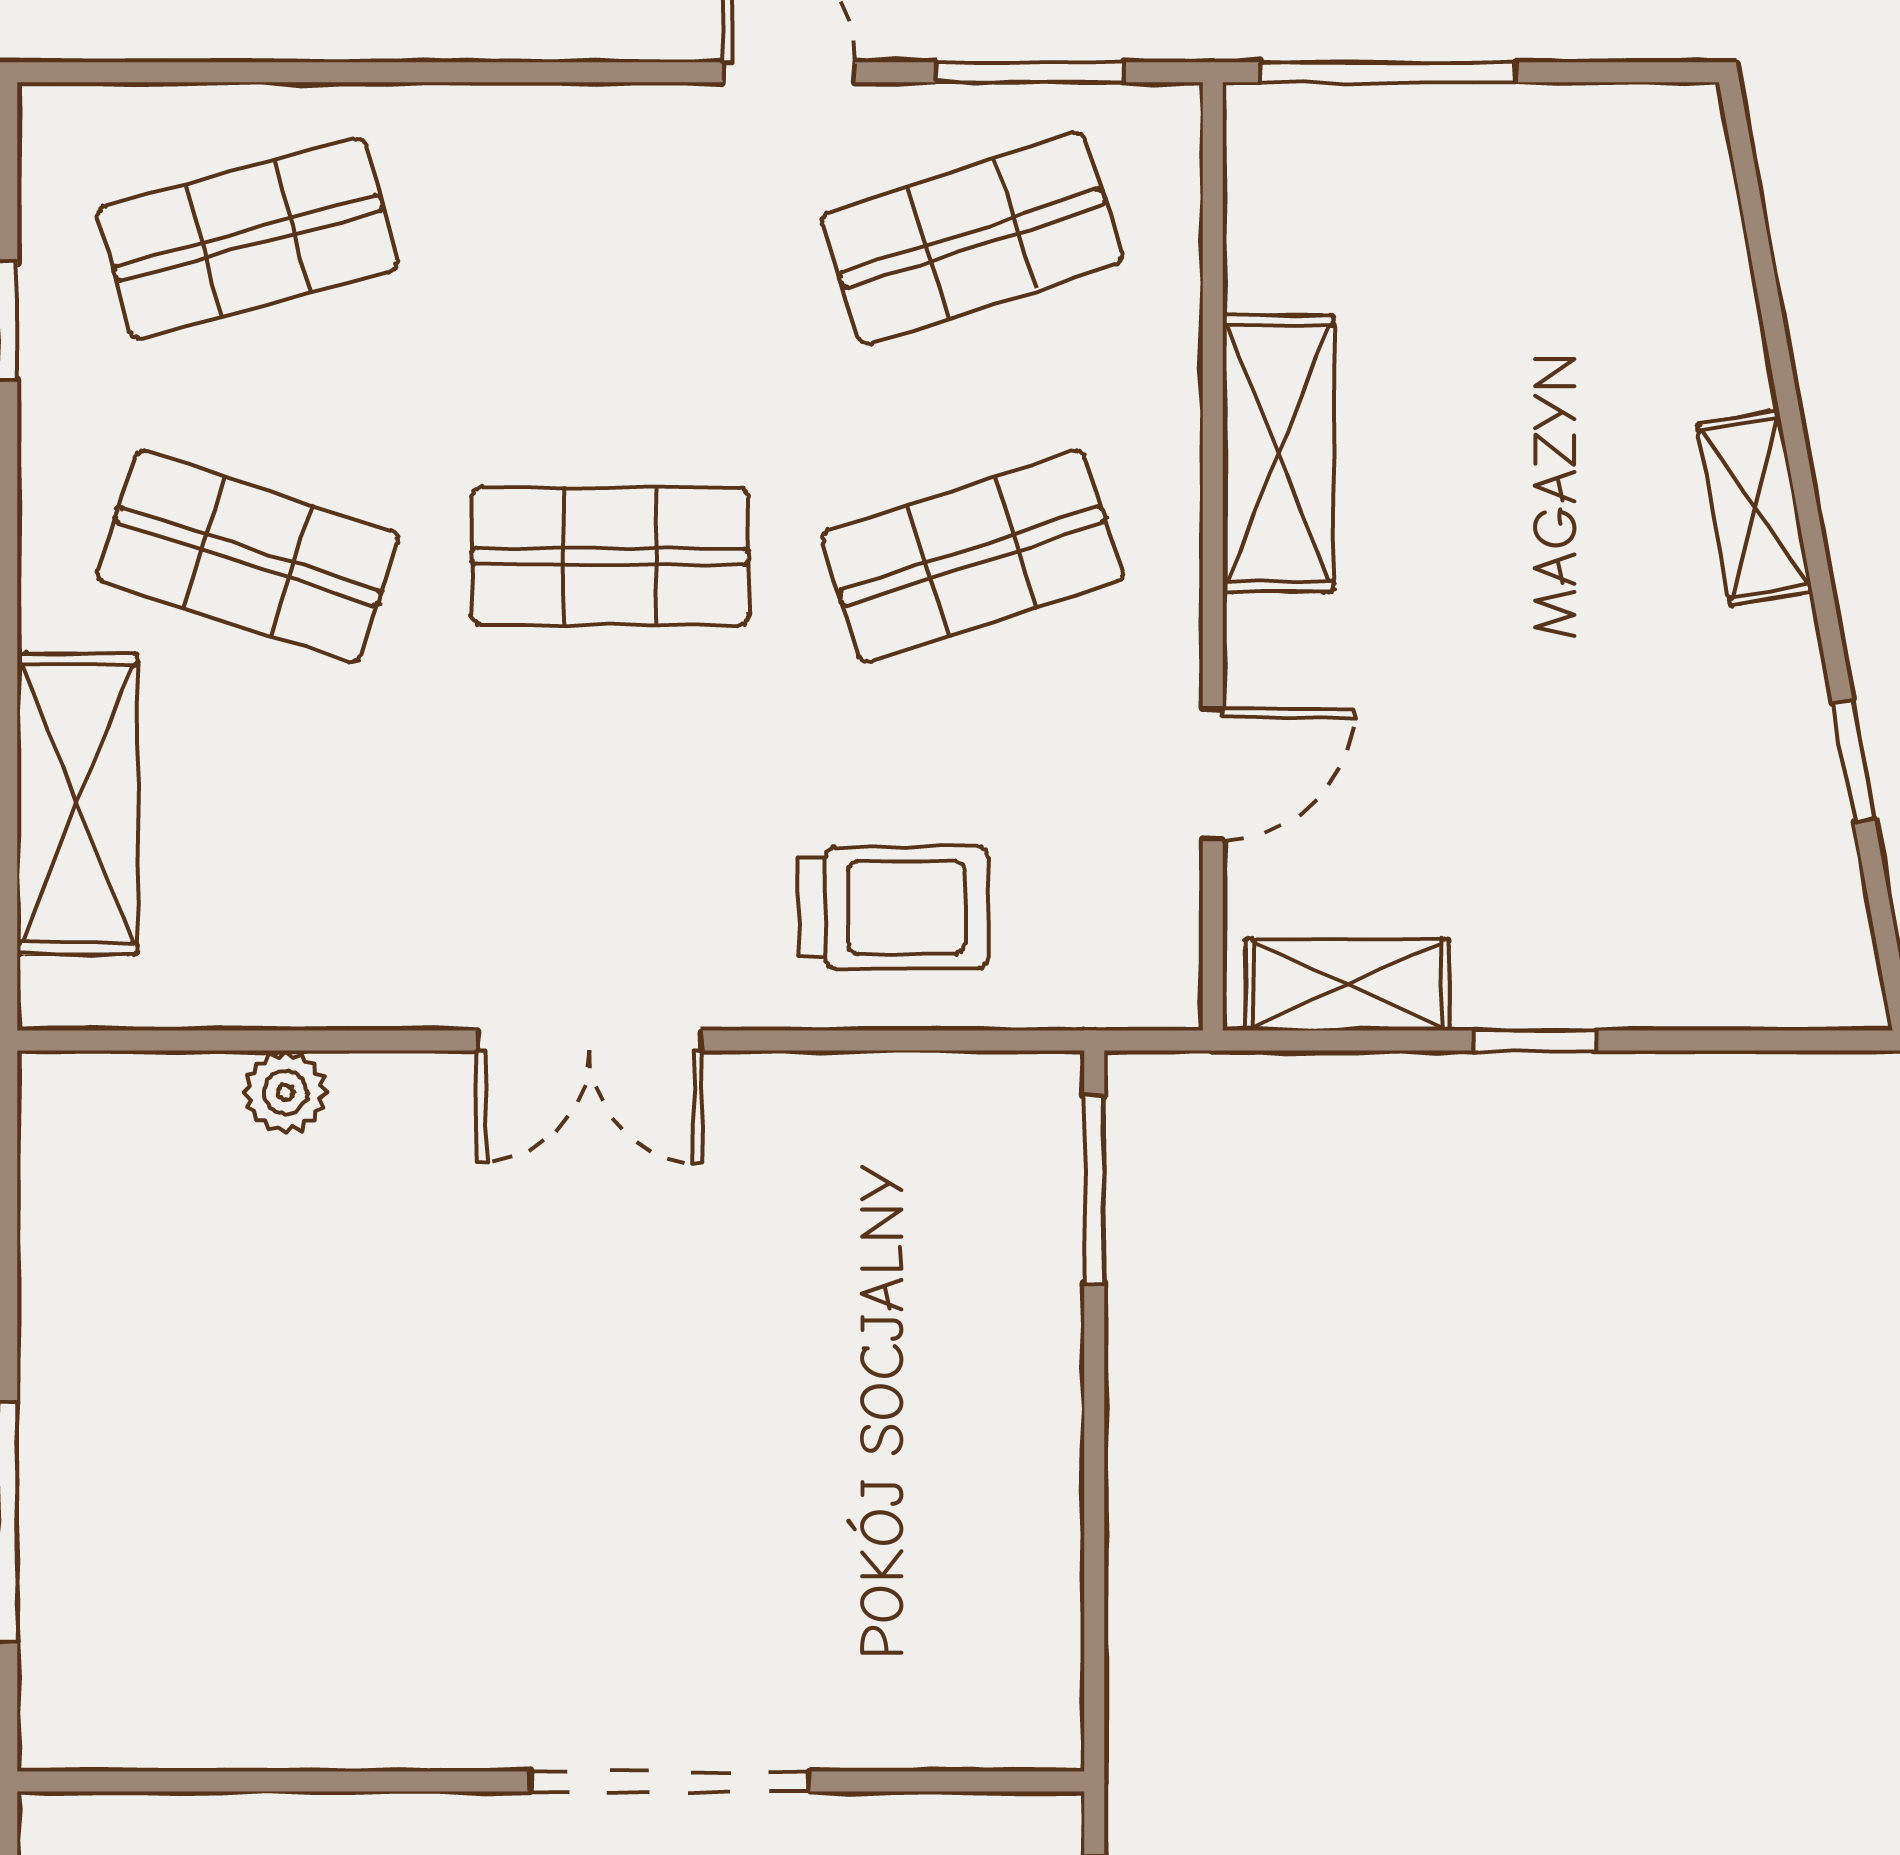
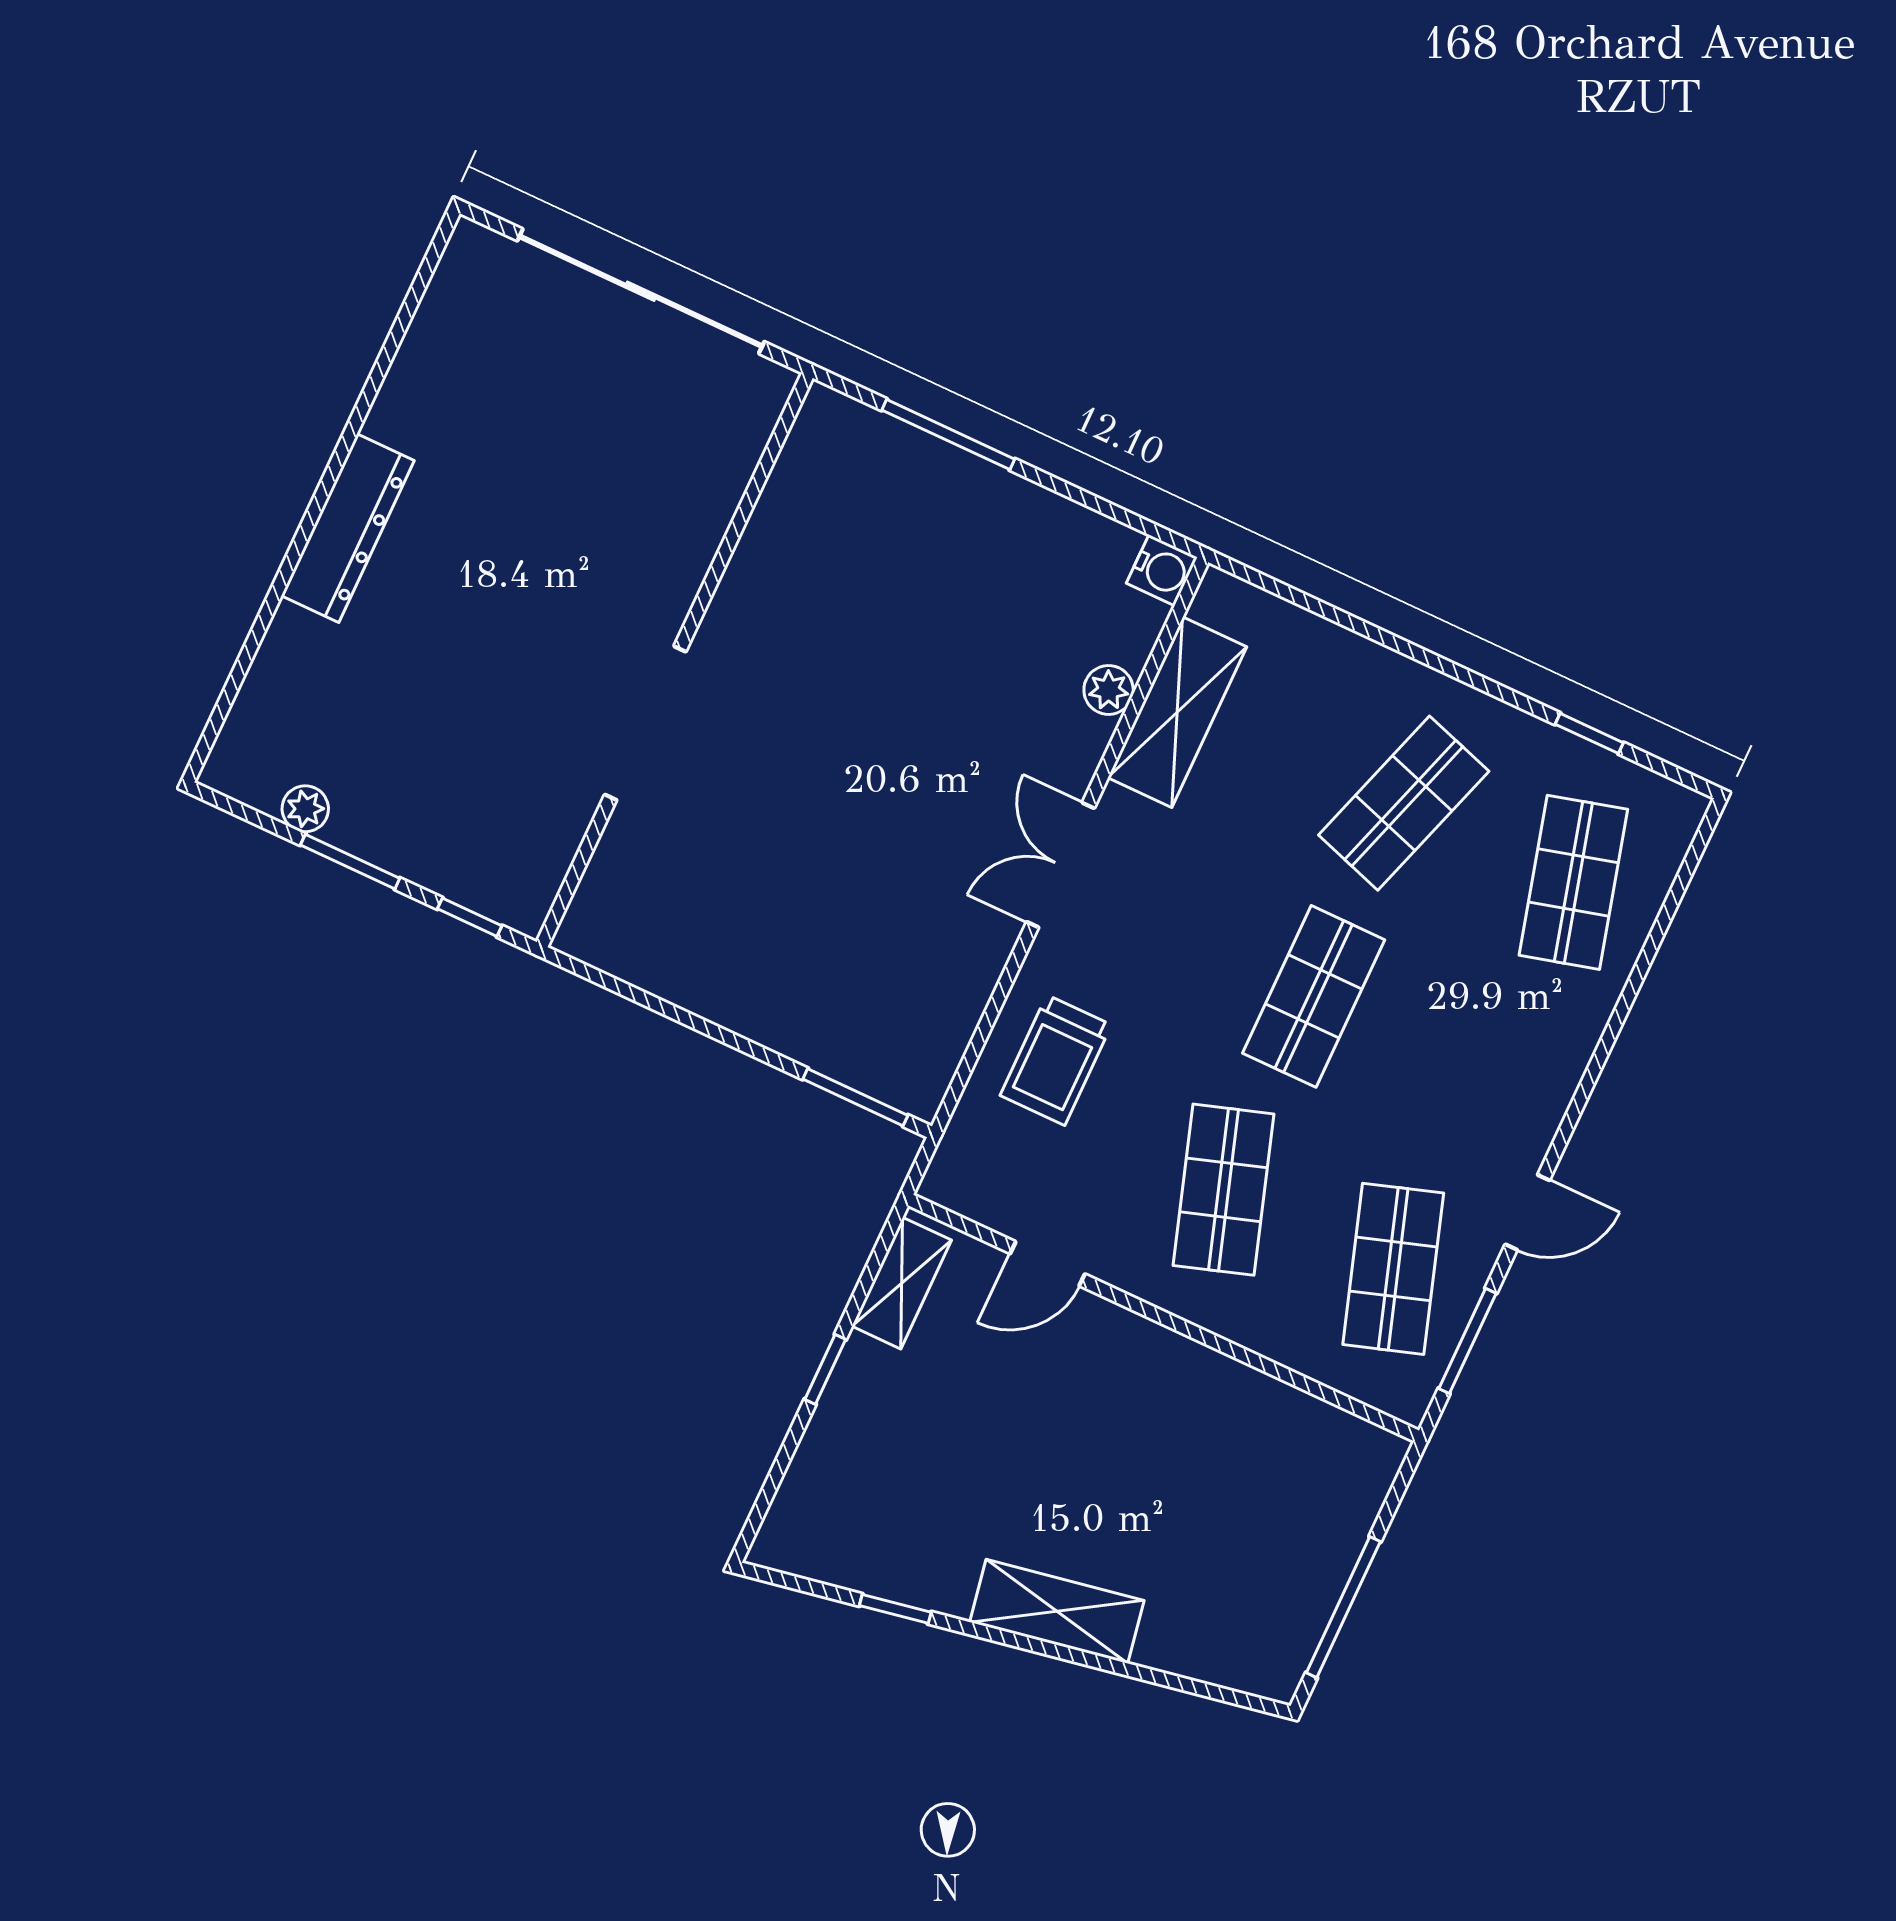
window: (1388, 72) -> (1343, 1607), moved
shelving: (1278, 453) -> (1202, 1378), removed
shelving: (1755, 508) -> (1057, 1611), width x1.50, depth x1.33
door: (1213, 774) -> (1047, 1264), hinge flipped
shelving: (77, 804) -> (1177, 712), moved, turned 90
water cooler: (63, 1096) -> (1162, 570), added

